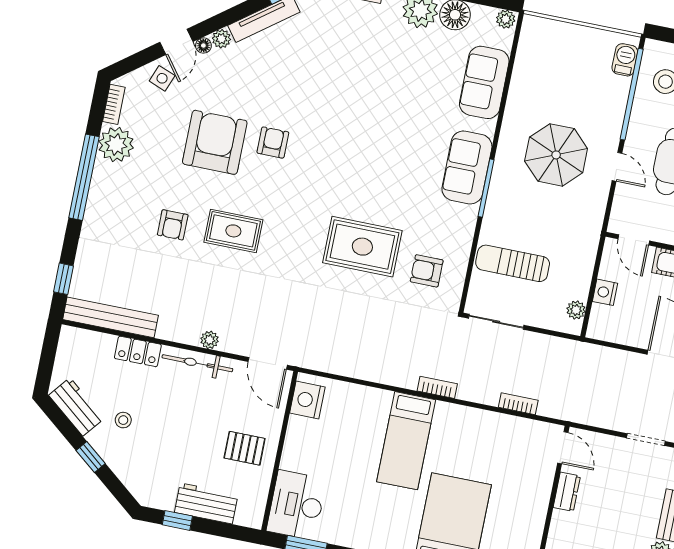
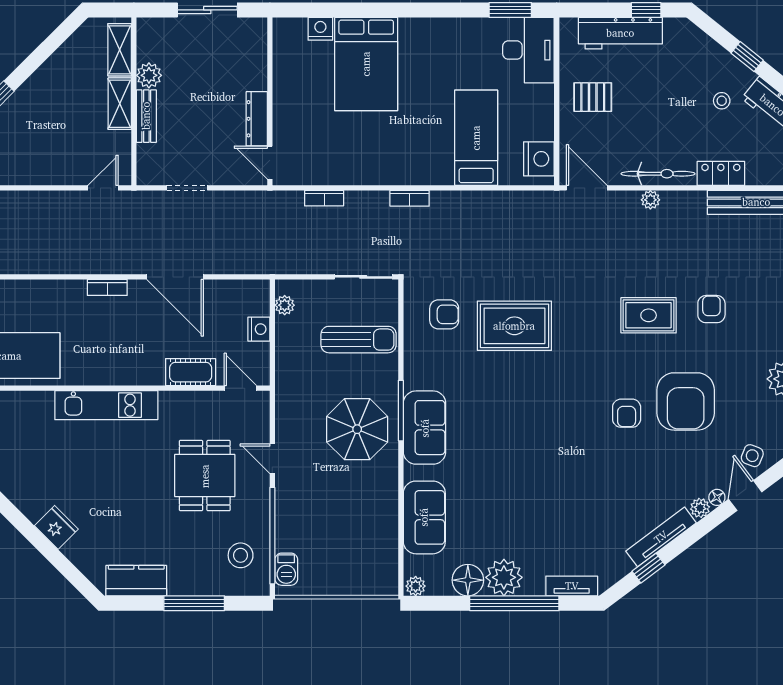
parasol: (556, 155) -> (357, 429), moved
bed: (406, 441) -> (476, 138), moved
dresser: (567, 492) -> (257, 119), width x1.44
workbench: (206, 503) -> (620, 33), width x1.38

